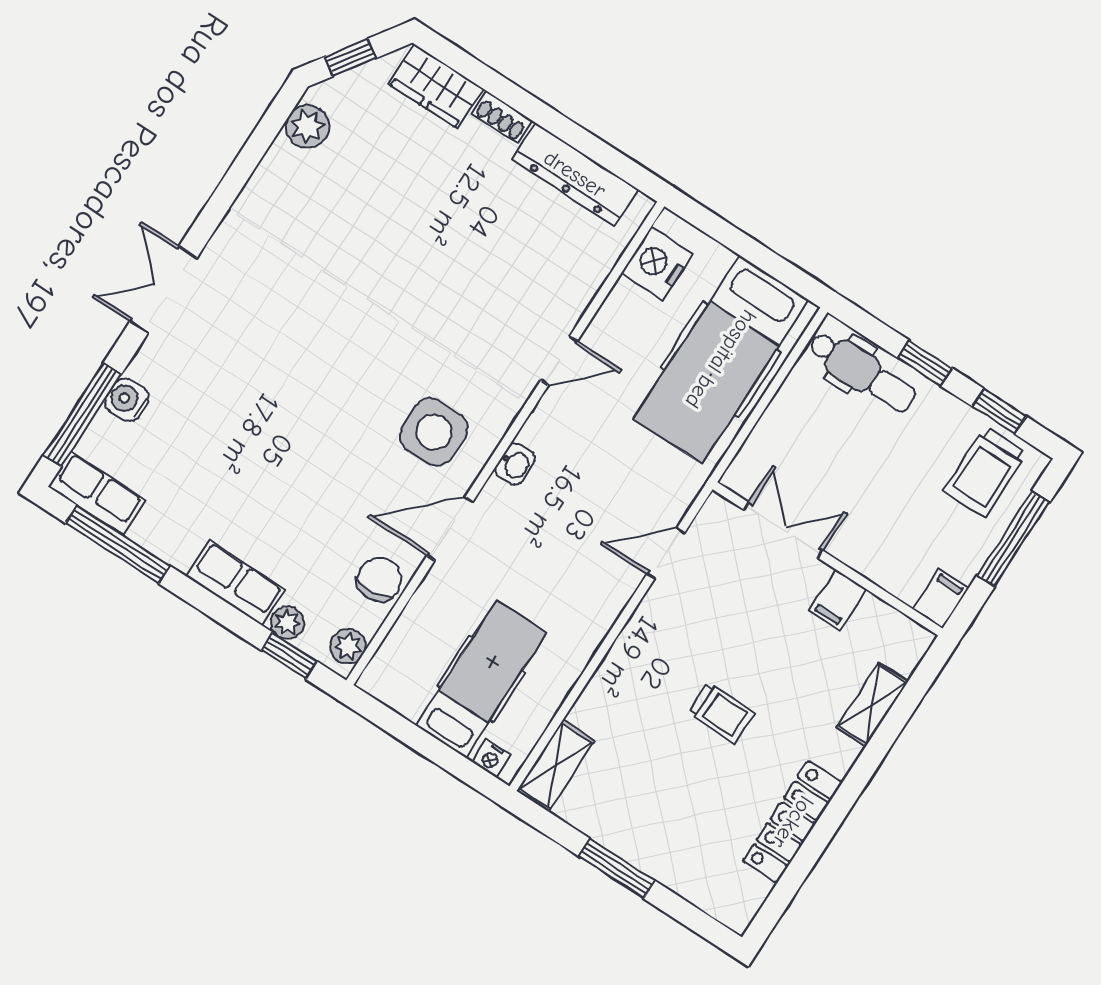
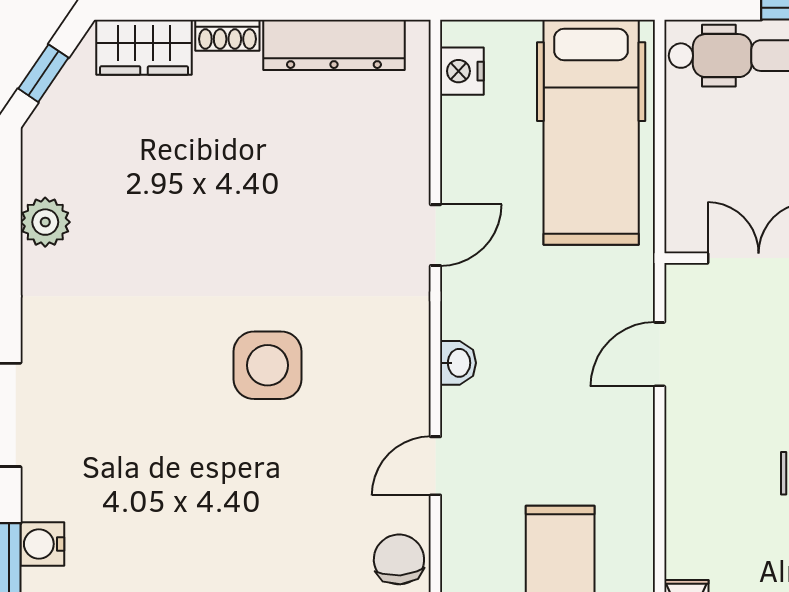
plant: (307, 127) -> (45, 222), moved
nightstand: (657, 263) -> (462, 71), width x0.74, depth x0.75
side table: (434, 432) -> (268, 365), moved
door: (450, 529) -> (435, 466), width x0.73

